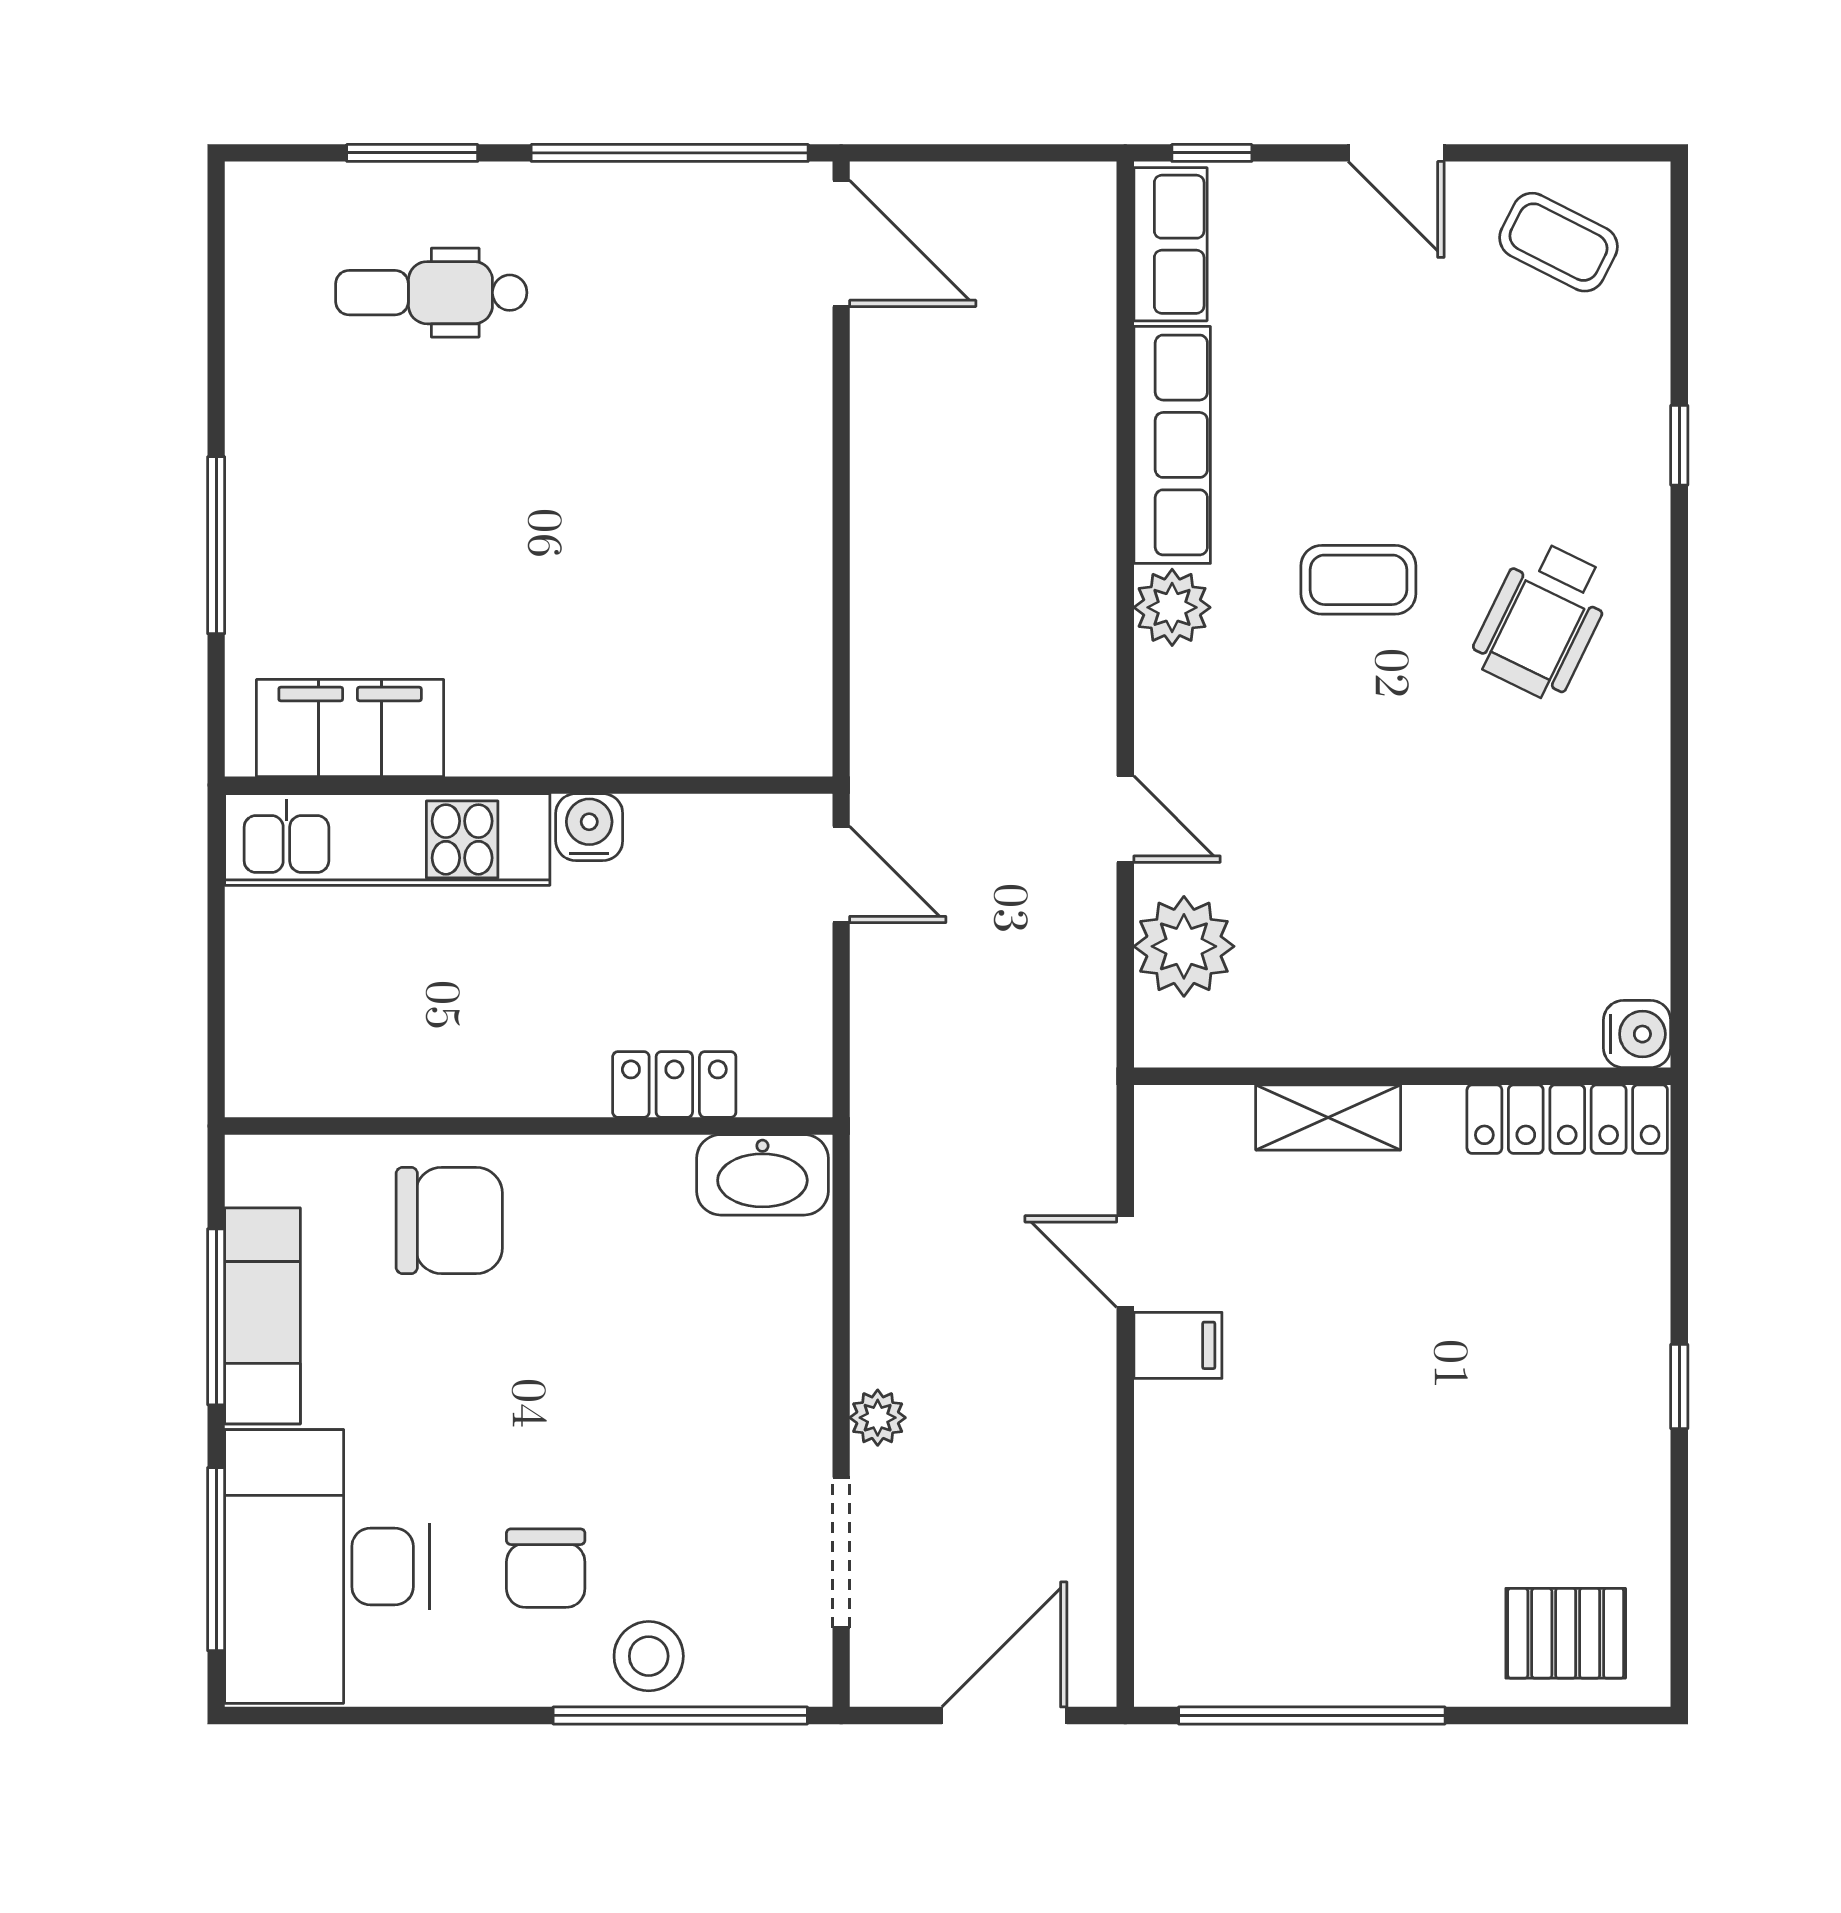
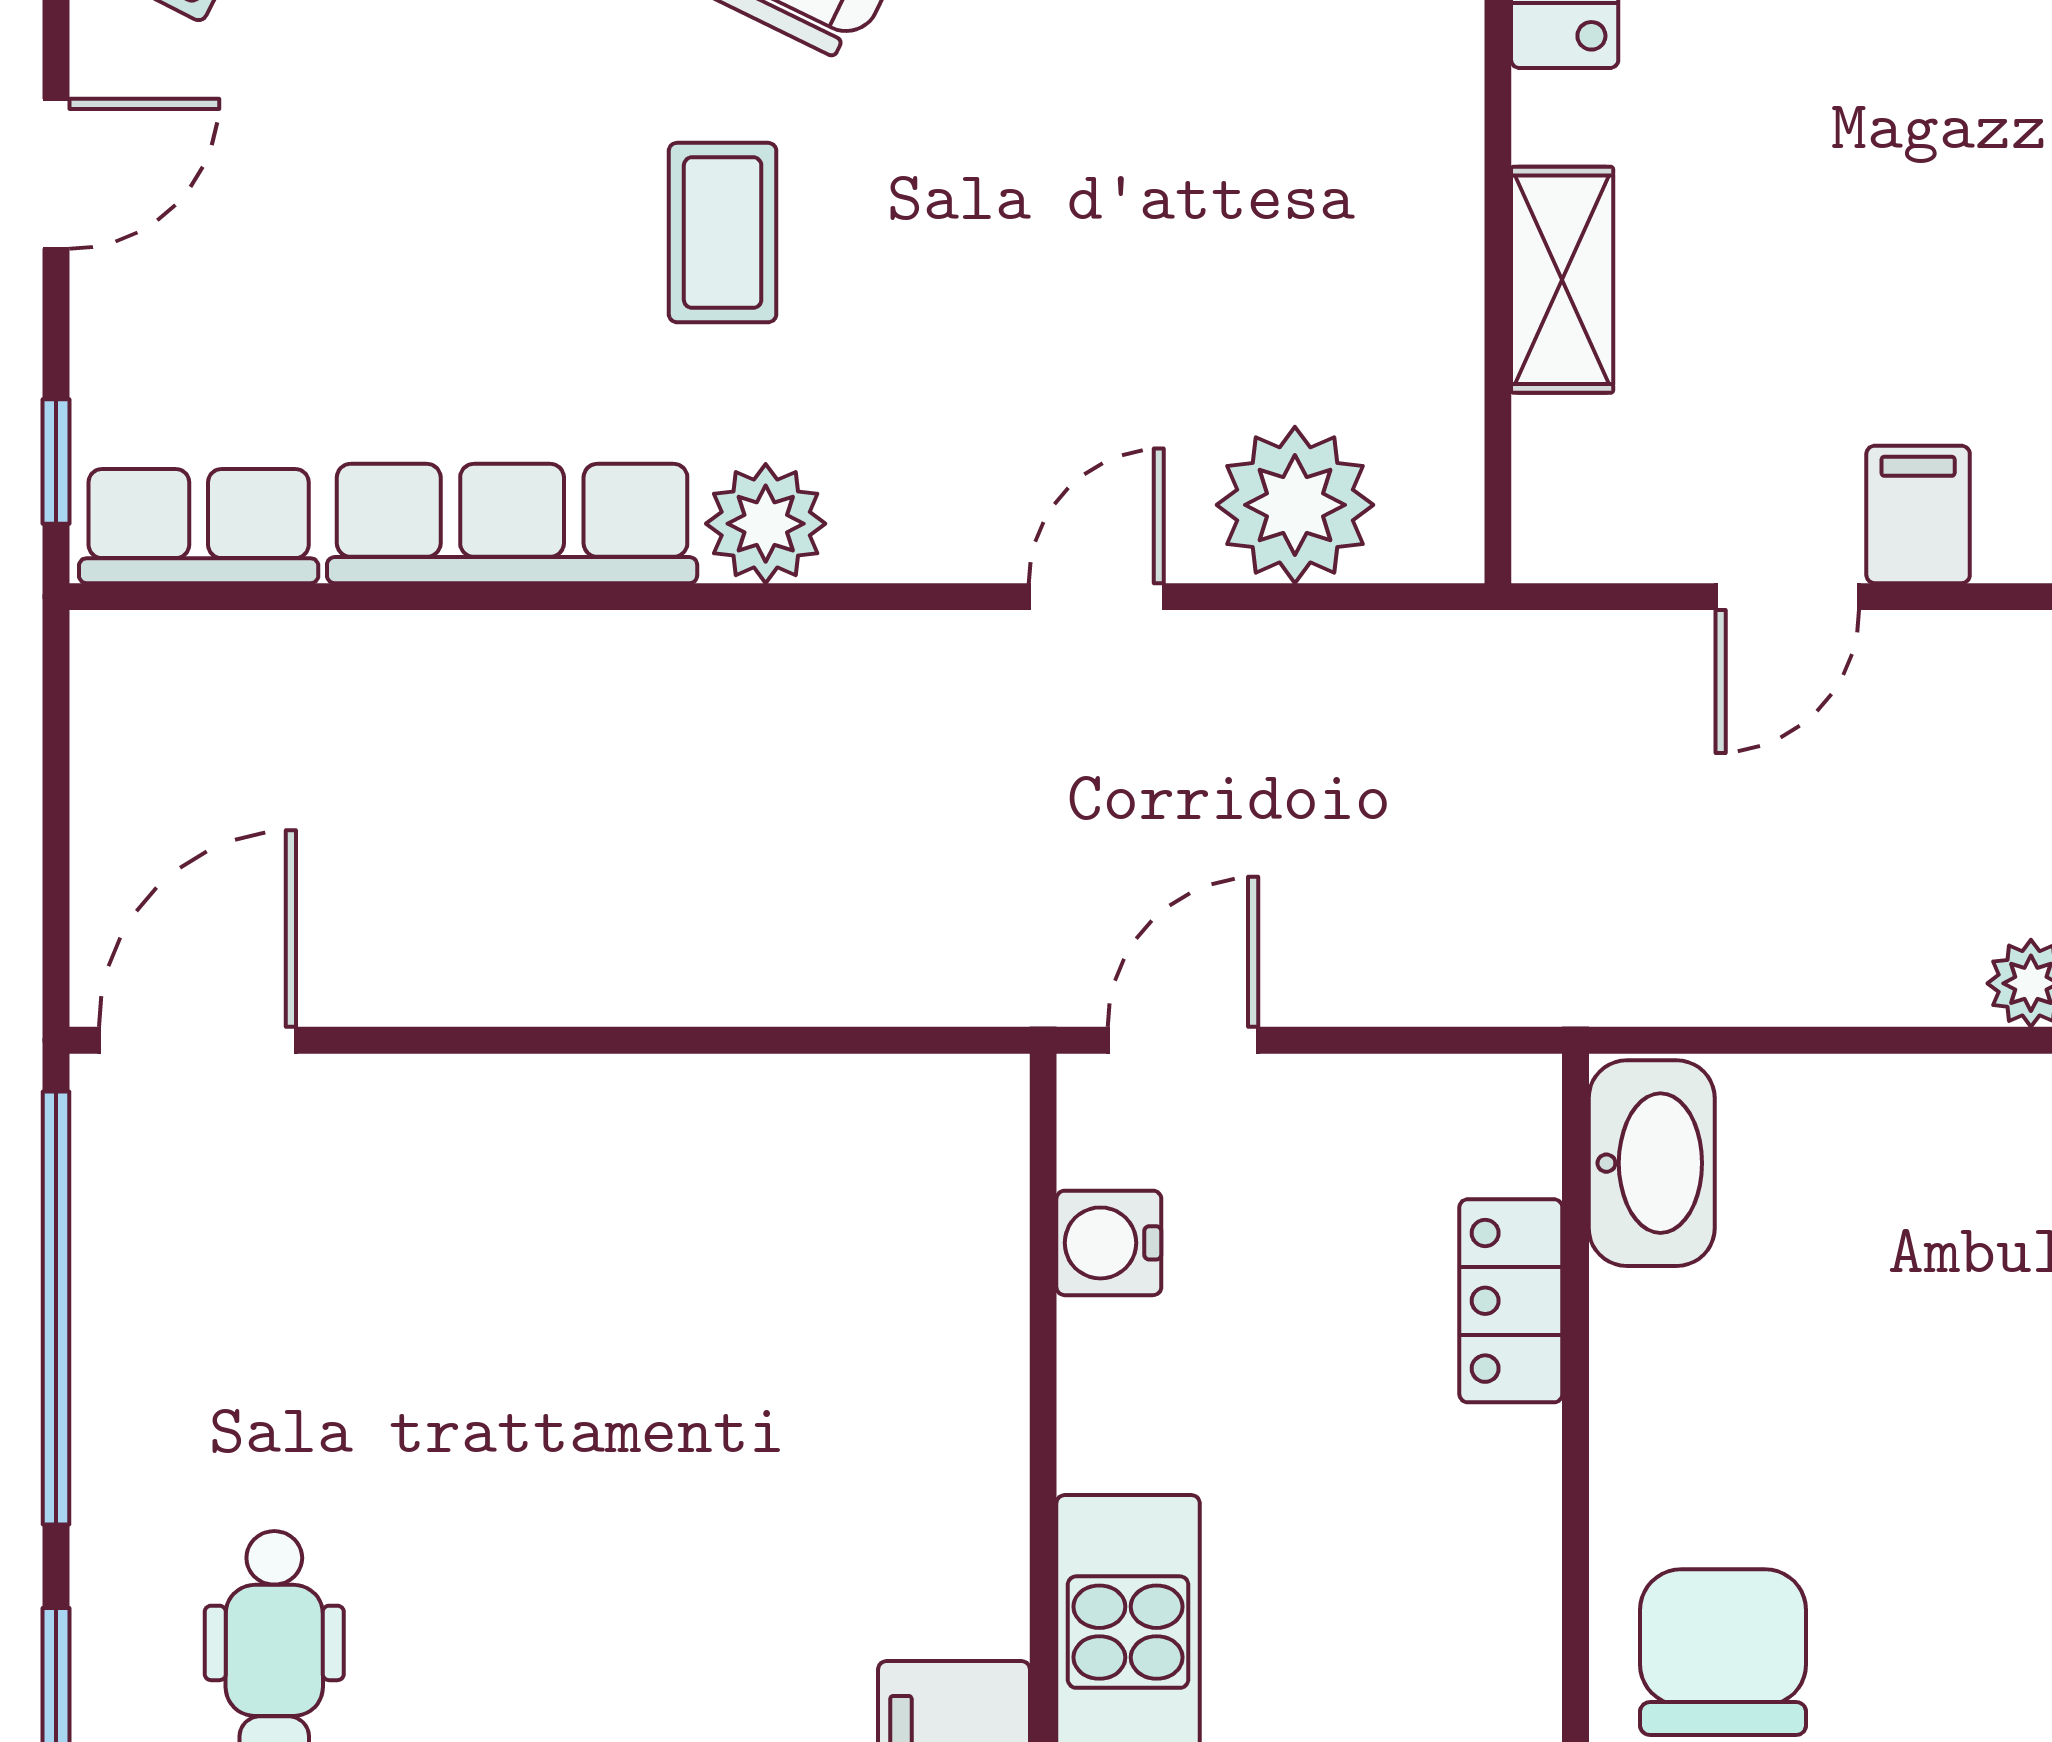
water cooler: (589, 827) -> (1109, 1243), moved

